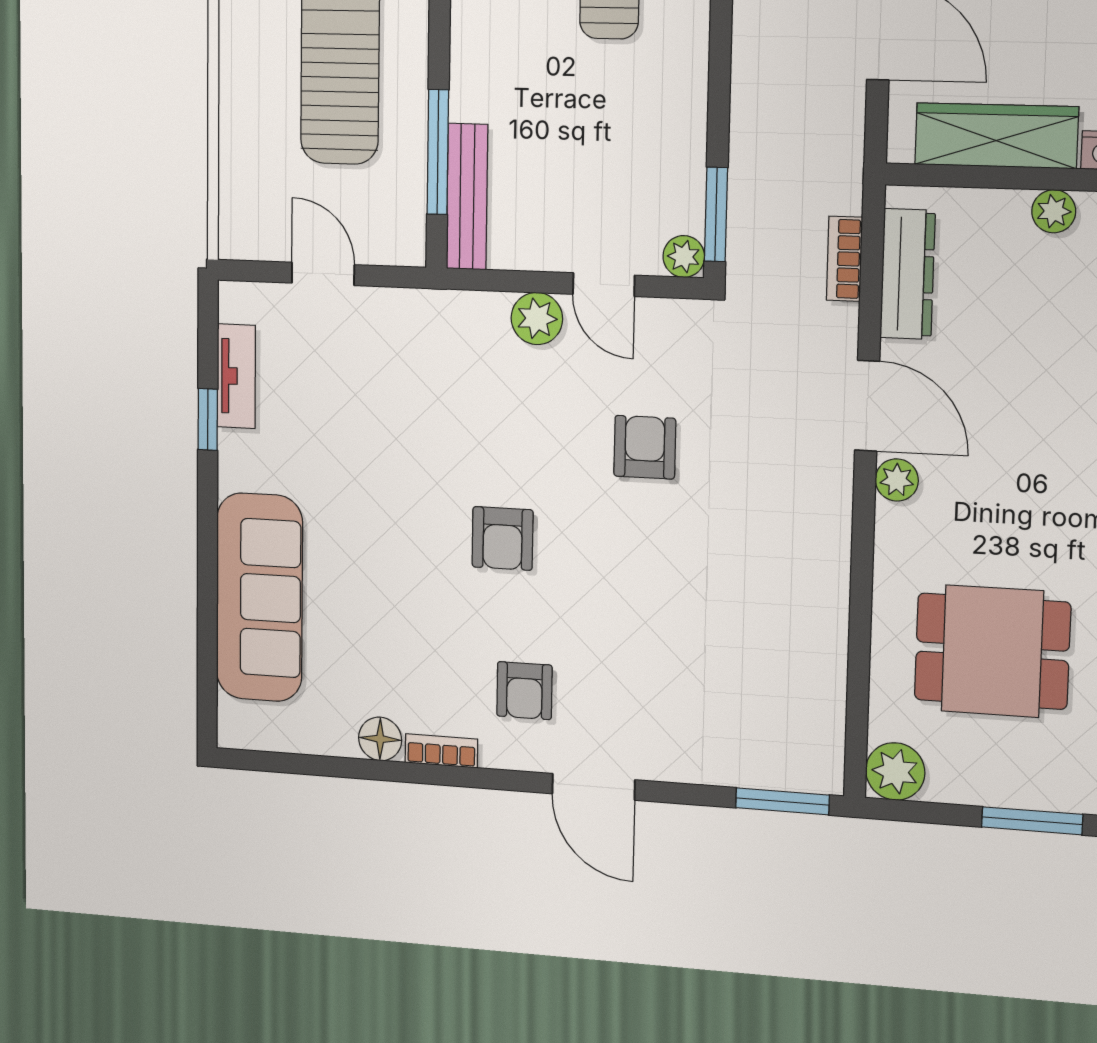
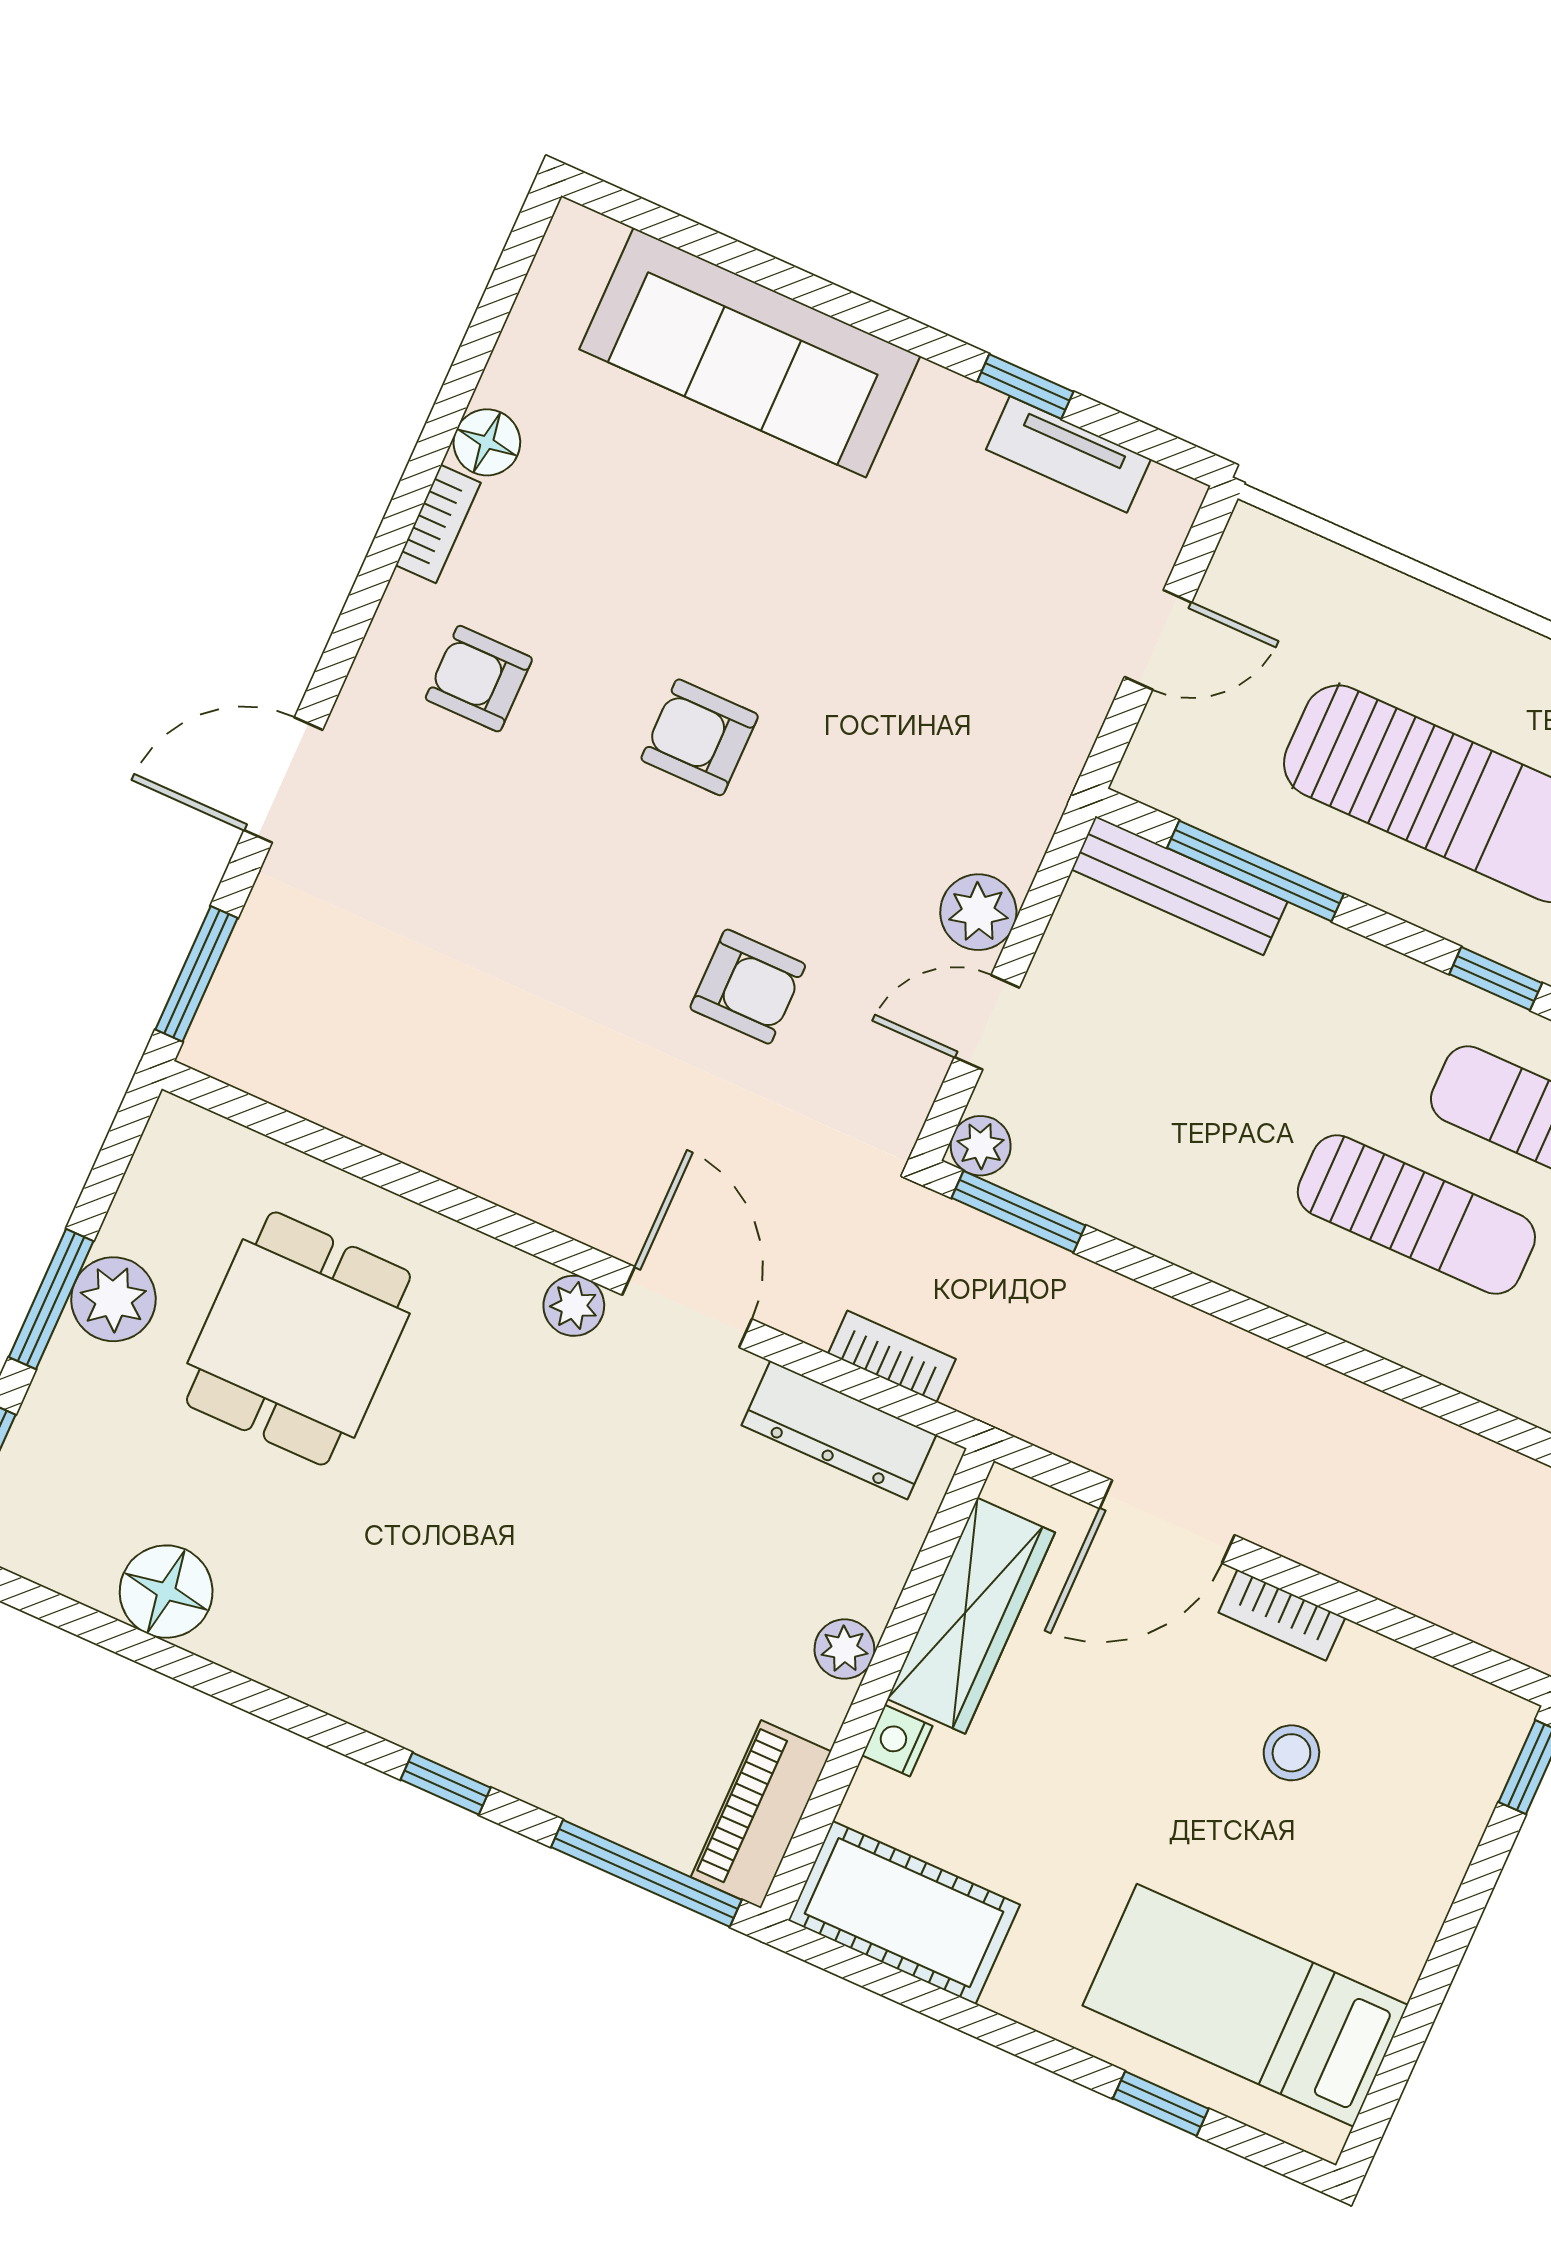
door: (867, 406) -> (687, 1307), swing flipped
plant: (895, 771) -> (113, 1299), moved
door: (593, 787) -> (283, 780), moved

